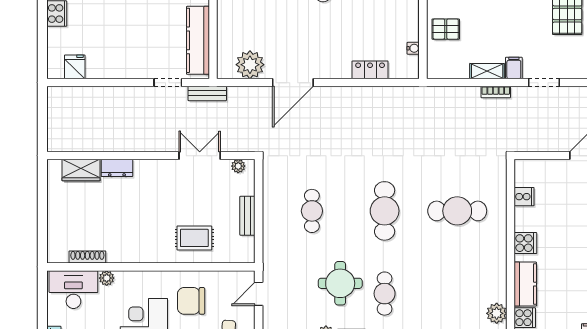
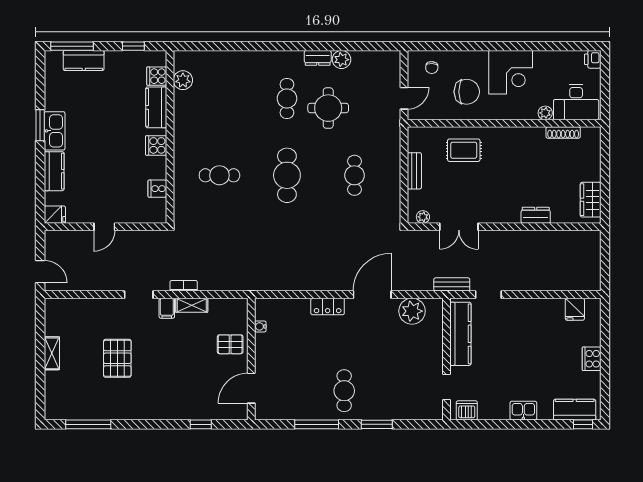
locker: (370, 70) -> (328, 306), moved
wardrobe: (81, 170) -> (591, 200), moved, turned -90
cafe table: (457, 211) -> (219, 175), width x0.73, depth x0.74

